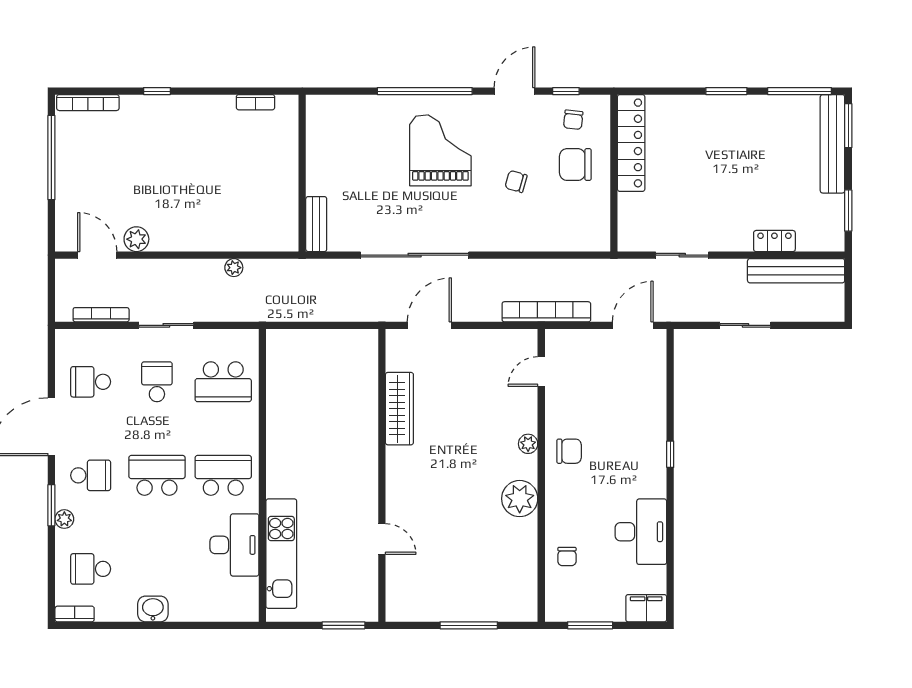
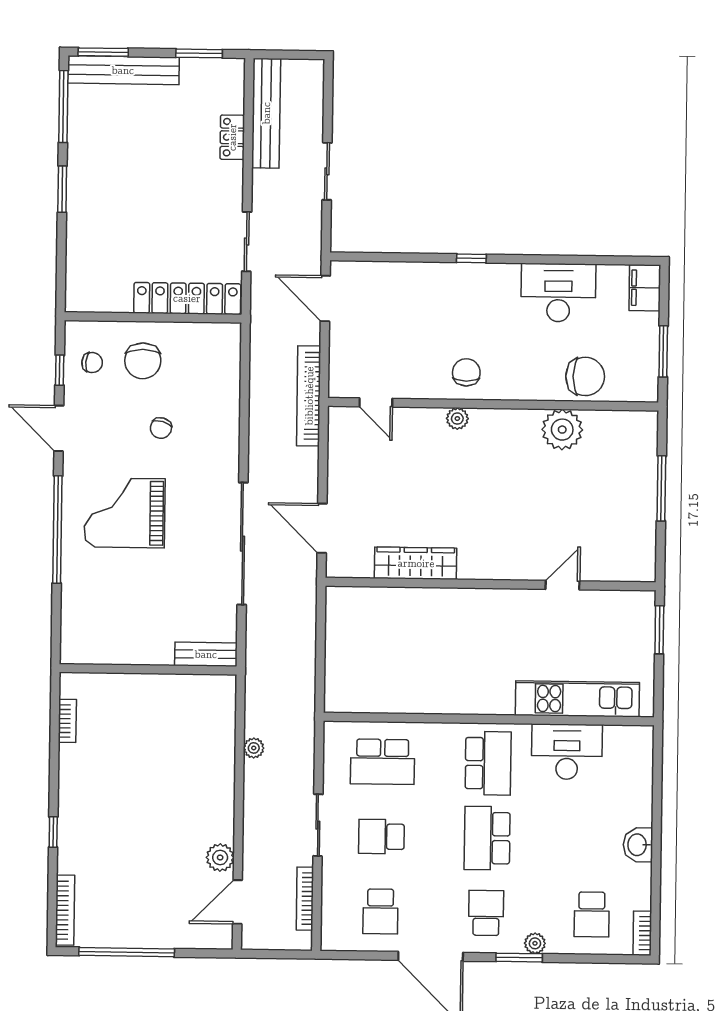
locker: (631, 143) -> (187, 298), moved
school desk: (223, 382) -> (382, 762), turned 90
school desk: (223, 475) -> (488, 763), turned 180
plant: (520, 499) -> (562, 430), moved
chair: (567, 556) -> (585, 376), width x1.87, depth x1.87

